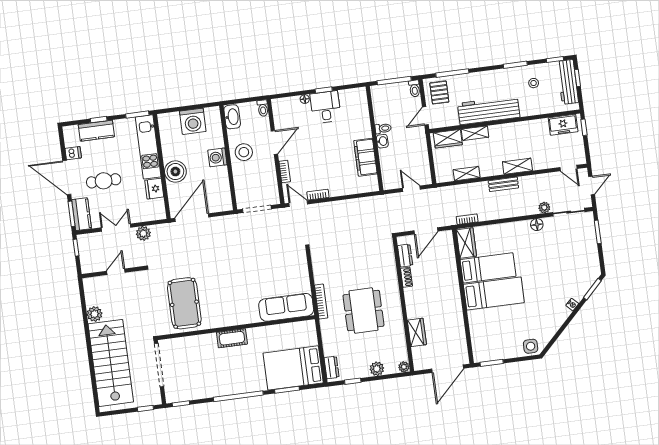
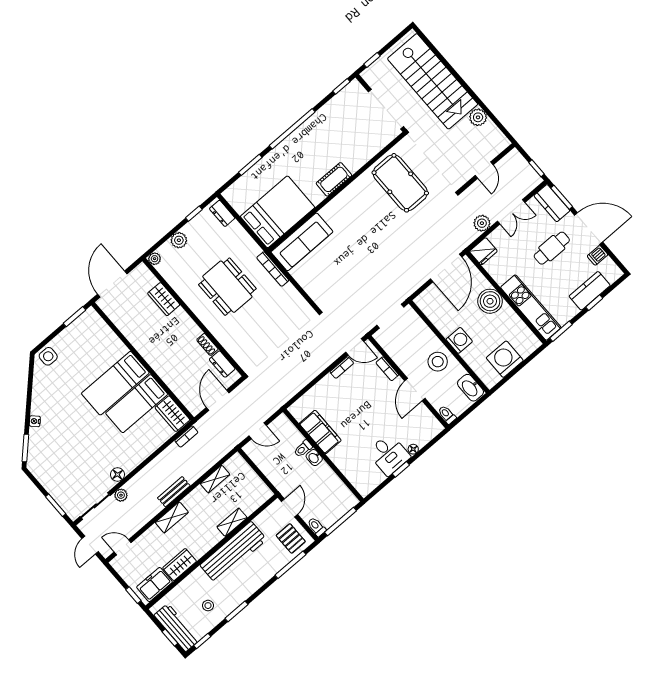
toilet: (383, 128) -> (303, 449), moved
wardrobe: (448, 139) -> (180, 565), moved
fridge: (154, 189) -> (483, 251), moved, turned 90
bed: (293, 368) -> (278, 212), moved

